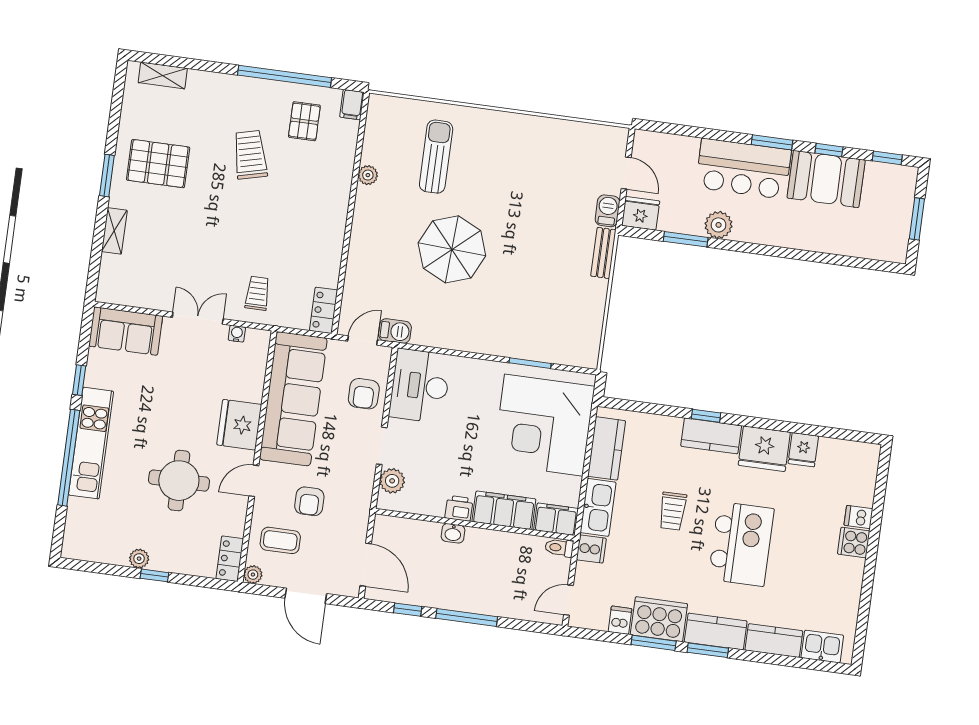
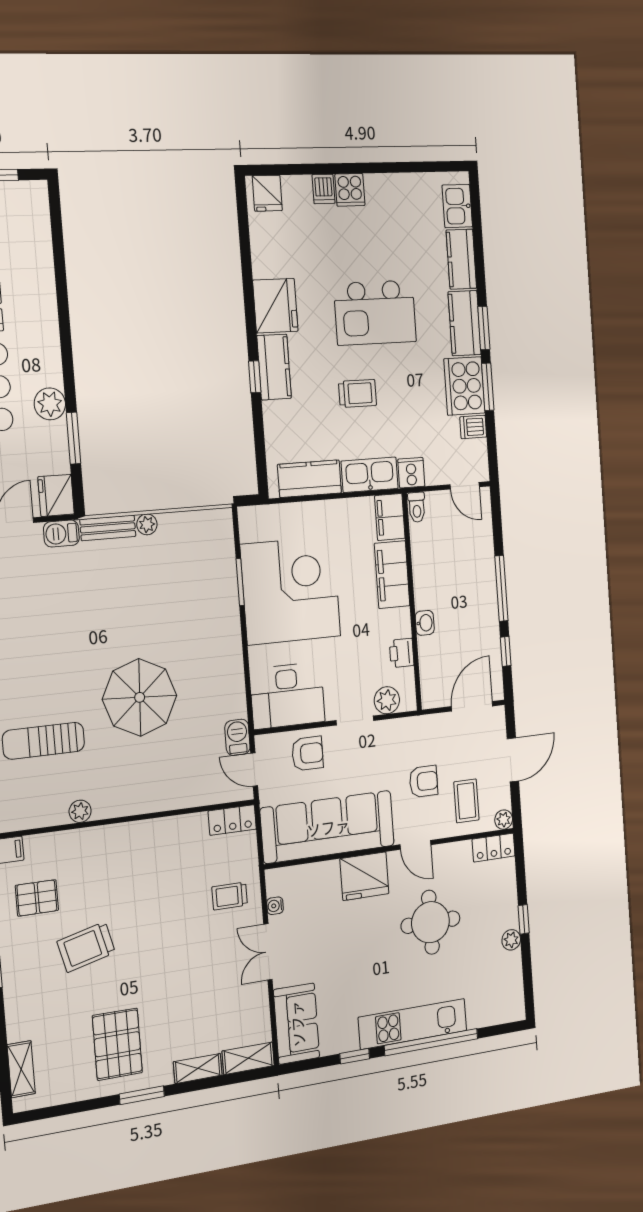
shelving: (109, 279) -> (248, 1058), added
plant: (599, 289) -> (147, 524), added
corner desk: (544, 425) -> (291, 590), moved, turned -90
fridge: (803, 450) -> (267, 193), moved, turned 90
printer: (459, 508) -> (402, 653), moved
kitchen island: (741, 544) -> (375, 313), turned 180

